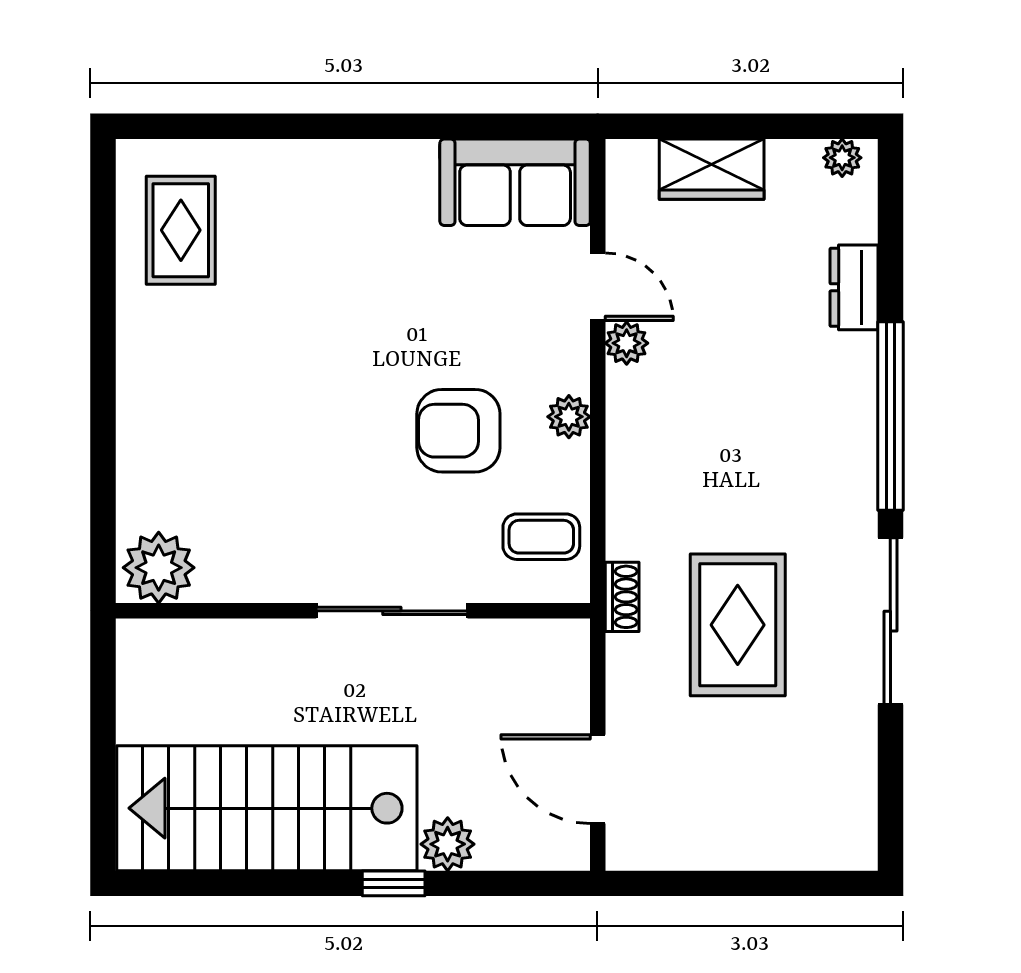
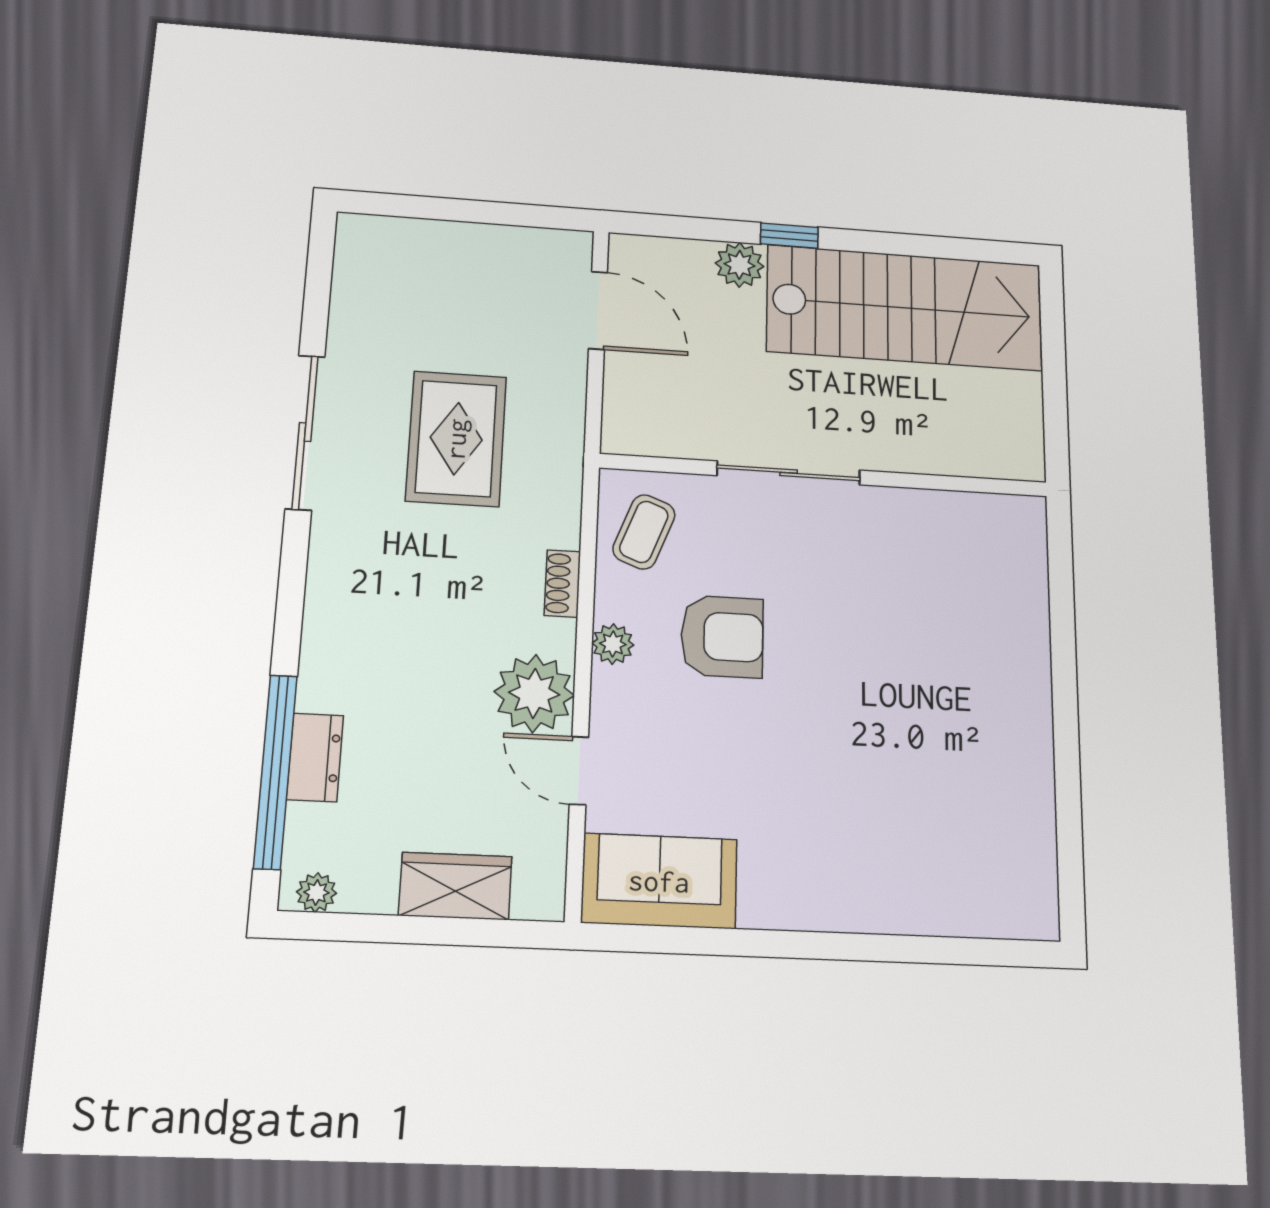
rug: (181, 230) -> (994, 846), removed
plant: (627, 343) -> (534, 693), width x1.87, depth x1.87
window: (890, 416) -> (275, 771), moved
coffee table: (541, 537) -> (644, 532), turned -69
plant: (159, 568) -> (1008, 526), removed
shoe rack: (622, 597) -> (562, 584), moved

